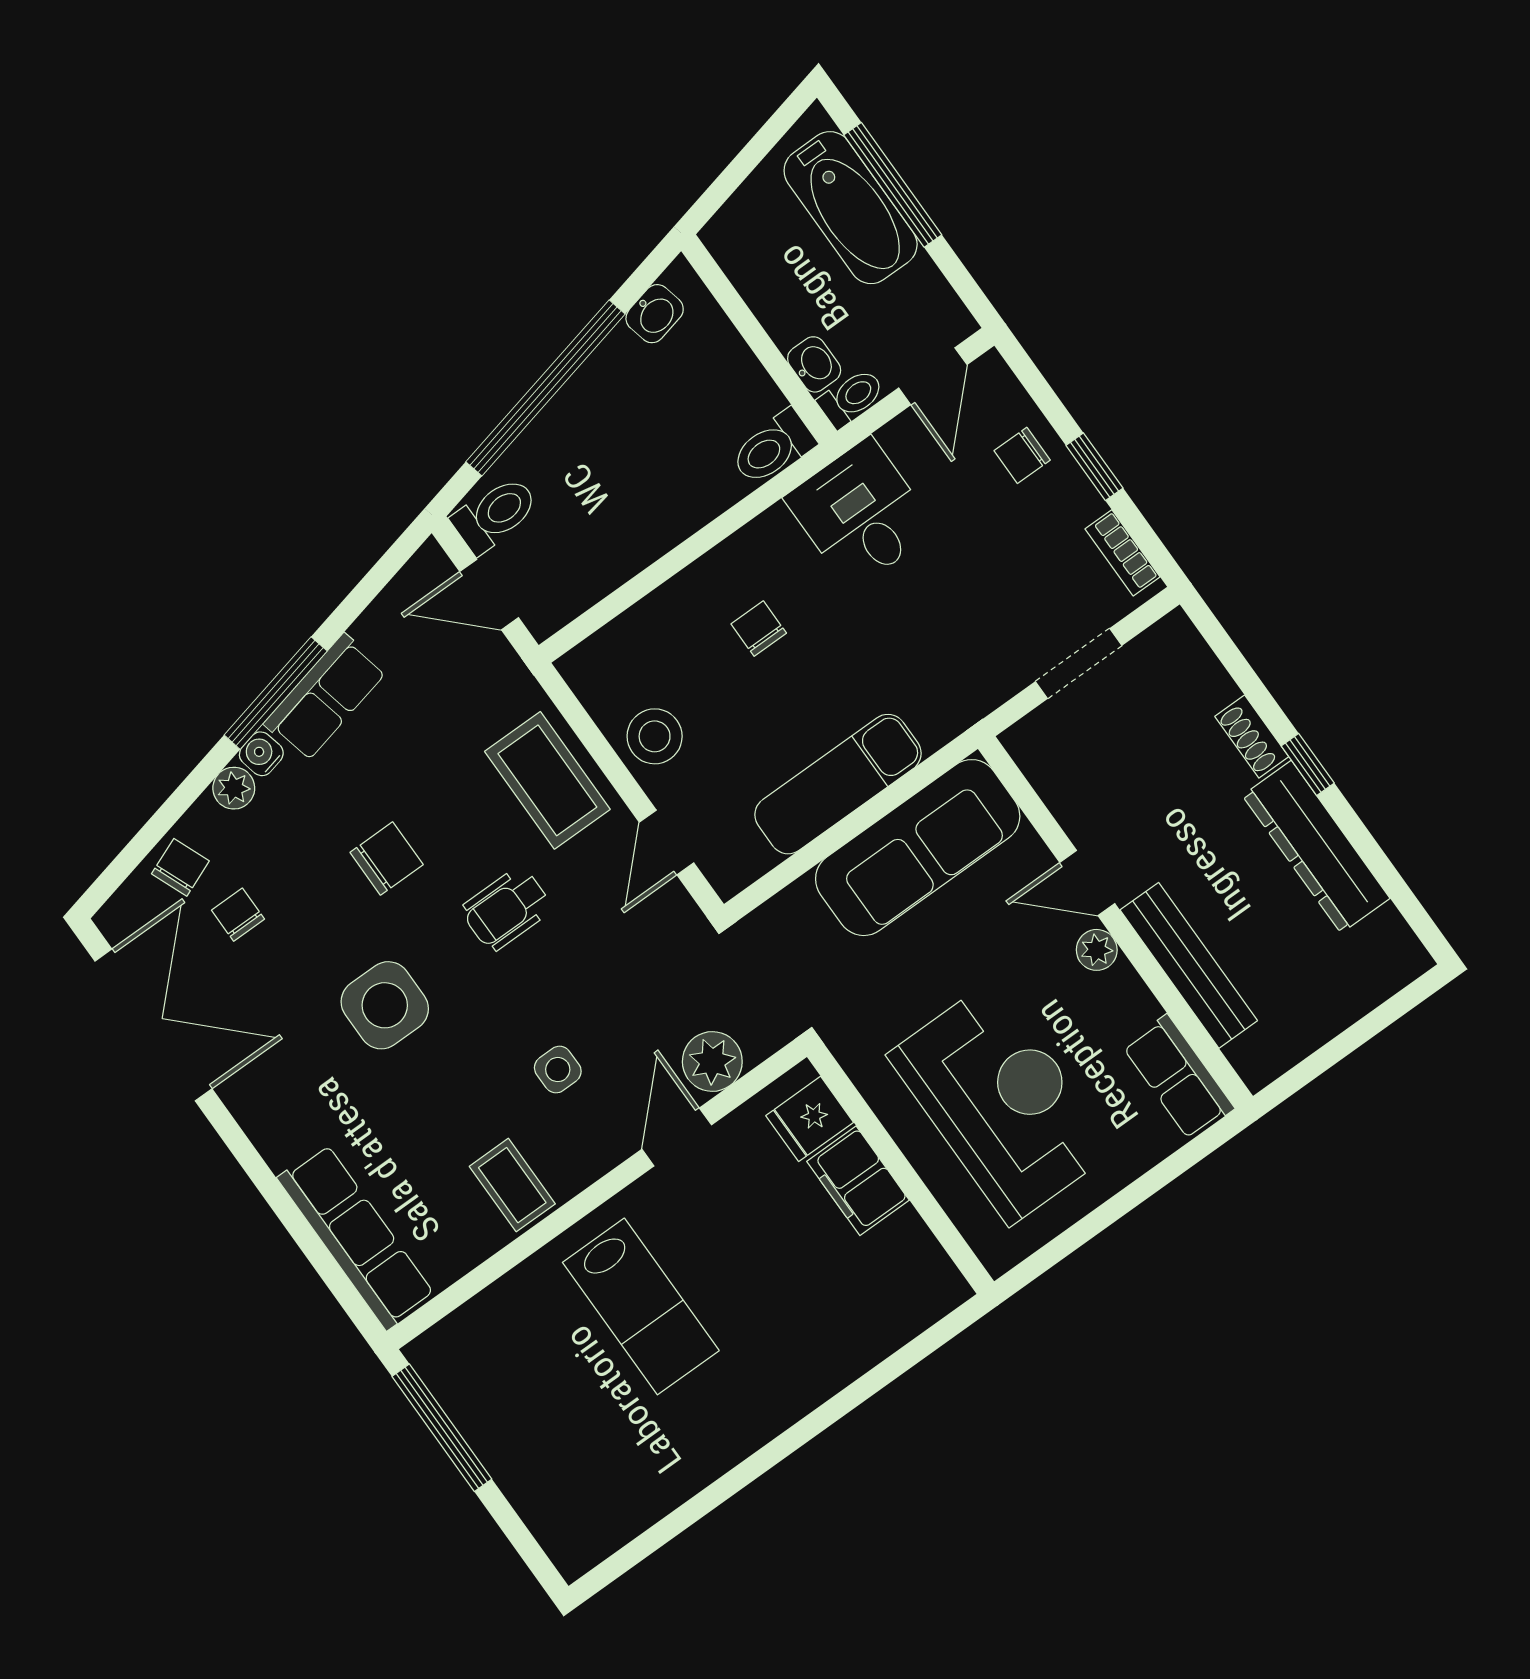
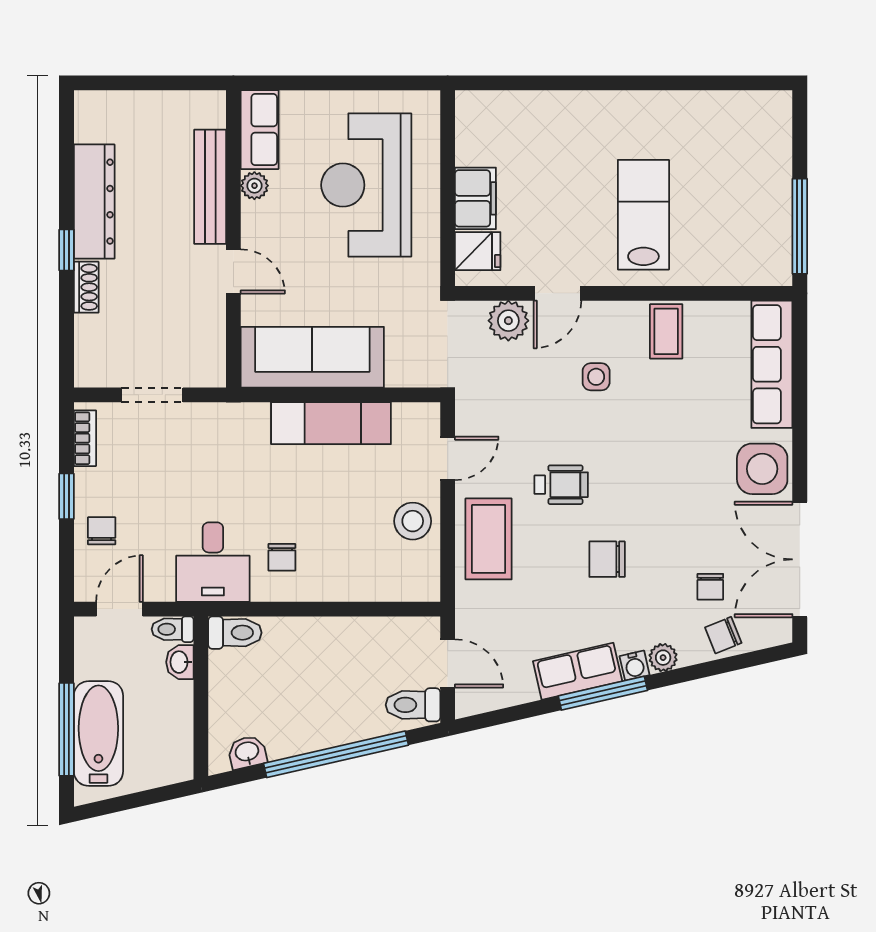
chair: (1022, 455) -> (102, 531), turned -90
chair: (759, 629) -> (282, 557), moved
plant: (1097, 950) -> (254, 186), moved
side table: (385, 1005) -> (762, 469), moved

